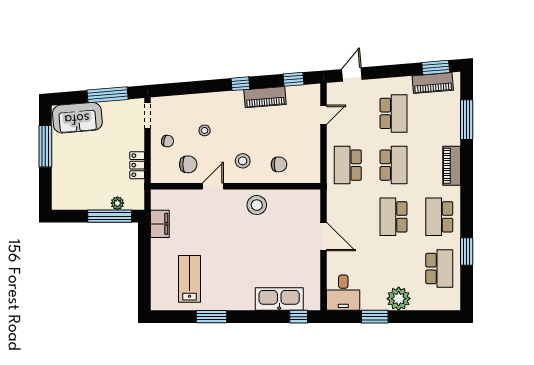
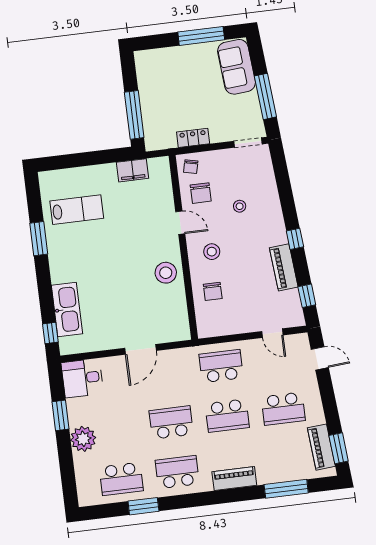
chair: (167, 141) -> (191, 167), moved
plant: (117, 203) -> (149, 121), removed

